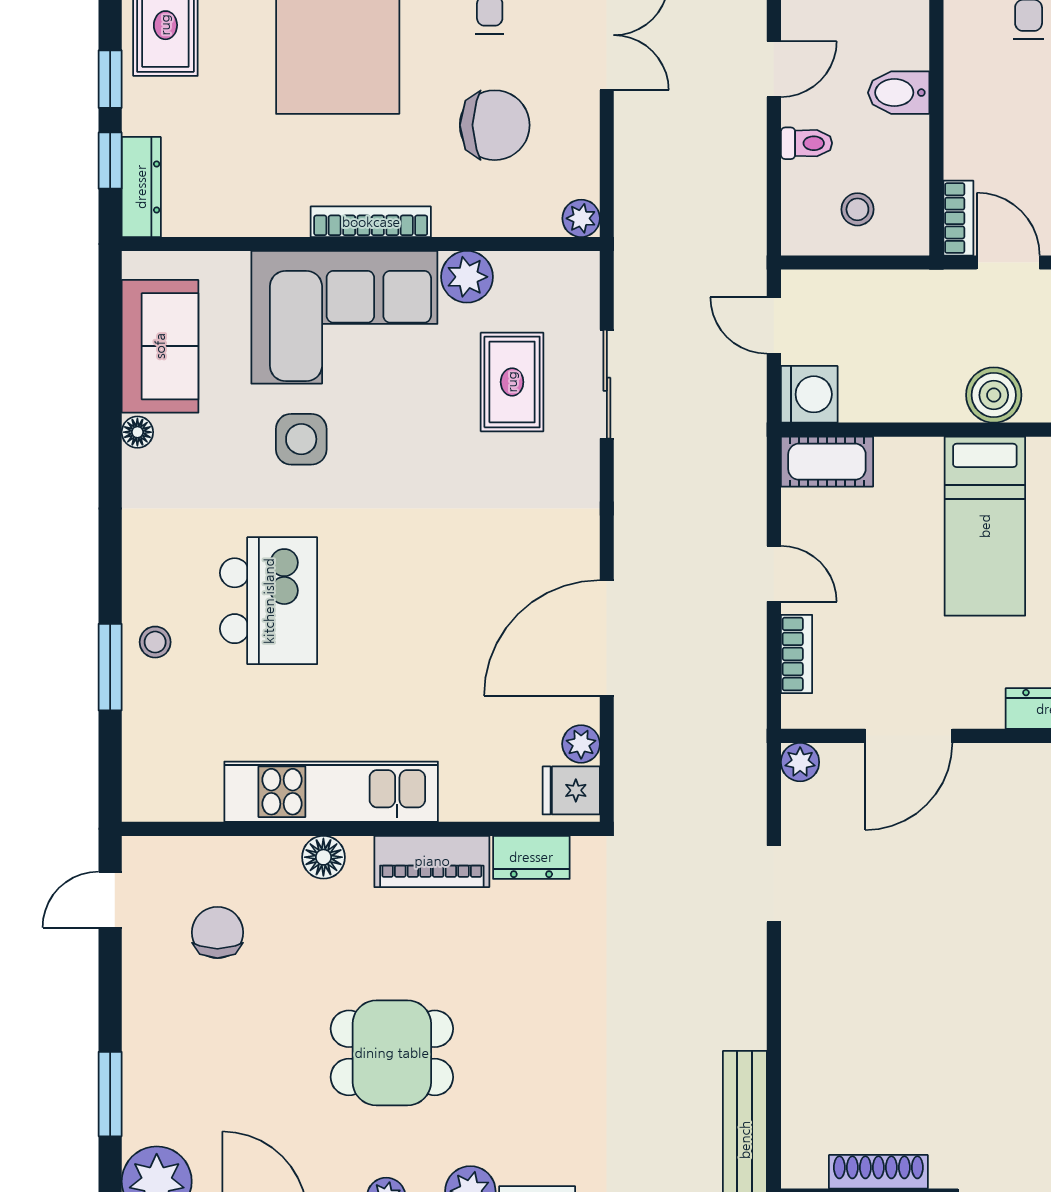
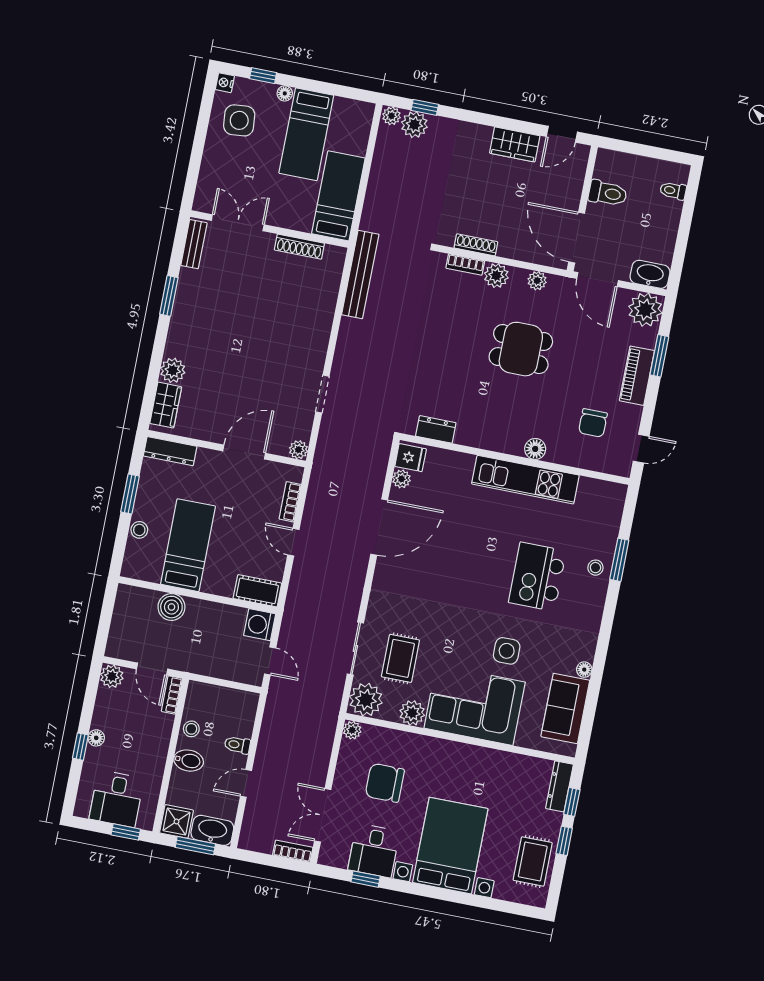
stool: (857, 209) -> (191, 729), moved
bookcase: (371, 222) -> (453, 748), removed
plant: (565, 285) -> (366, 700), added
piano: (432, 861) -> (637, 376), moved, turned -90

